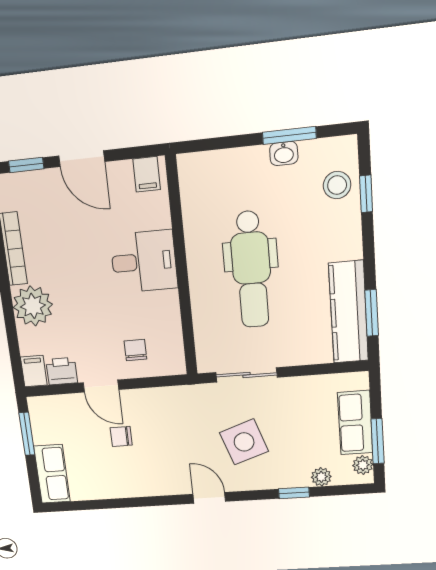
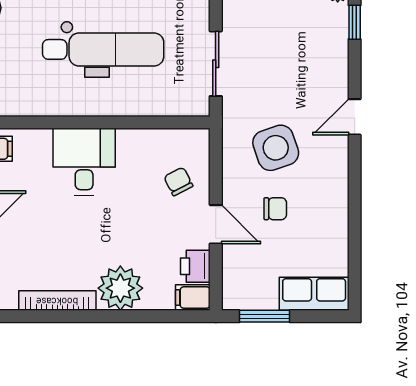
chair: (135, 350) -> (178, 181), turned 63
door: (101, 386) -> (216, 224), hinge flipped
chair: (121, 436) -> (275, 209), turned -90
side table: (244, 442) -> (276, 148), moved

